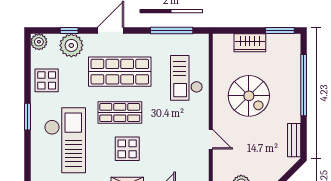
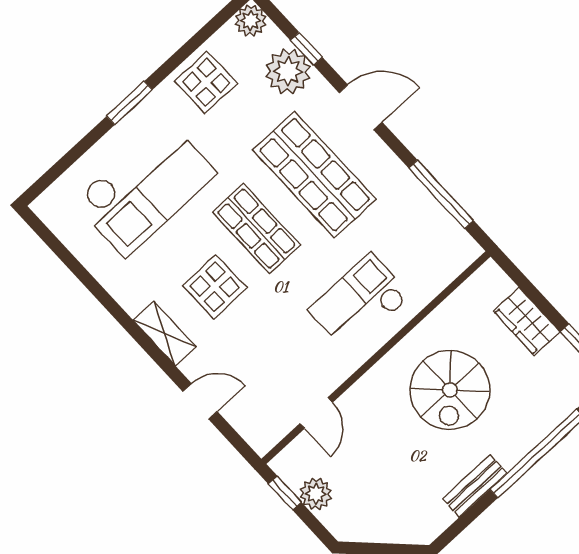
checkout: (186, 78) -> (360, 303), moved
door: (211, 139) -> (316, 413), moved
bench: (294, 140) -> (475, 486), moved

